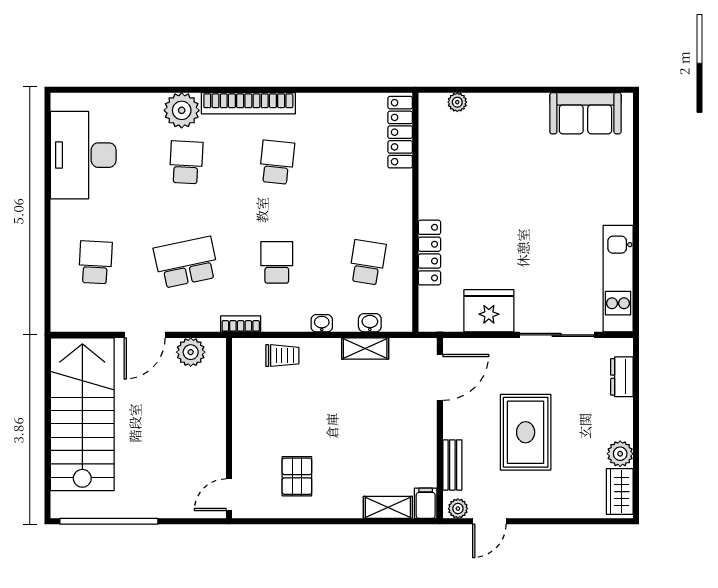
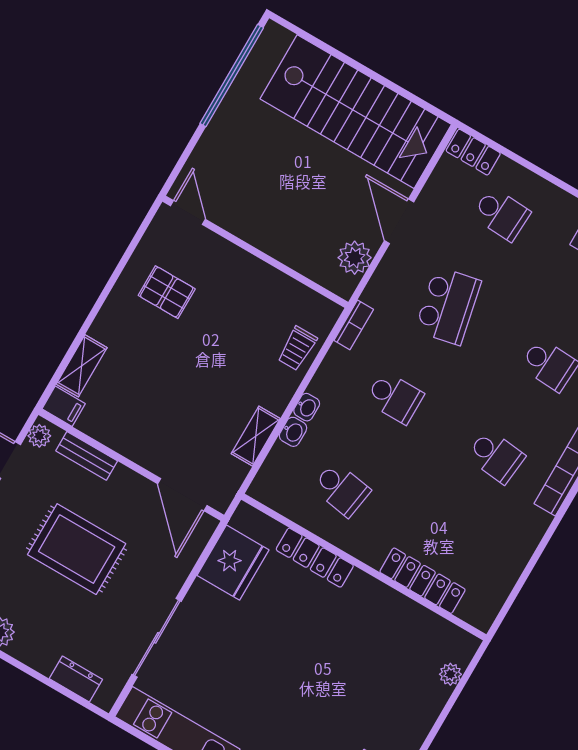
locker: (400, 132) -> (423, 581), moved
locker: (62, 310) -> (473, 152), added
fridge: (489, 311) -> (233, 563), moved
washbasin: (370, 323) -> (293, 432), moved

